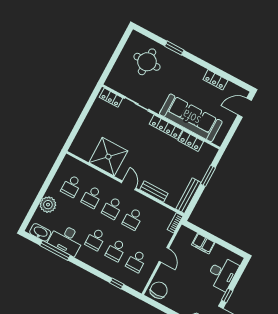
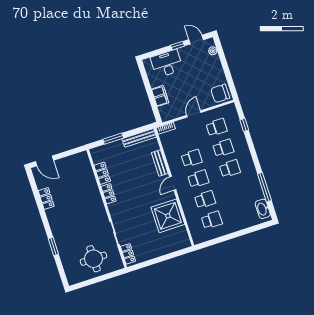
round table: (147, 62) -> (93, 259), moved
sofa: (191, 118) -> (87, 189), removed
locker: (166, 127) -> (108, 194), width x0.66
plant: (48, 205) -> (240, 223), removed
desk: (66, 240) -> (250, 187), removed

